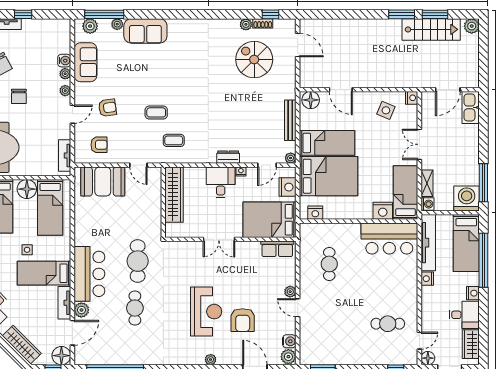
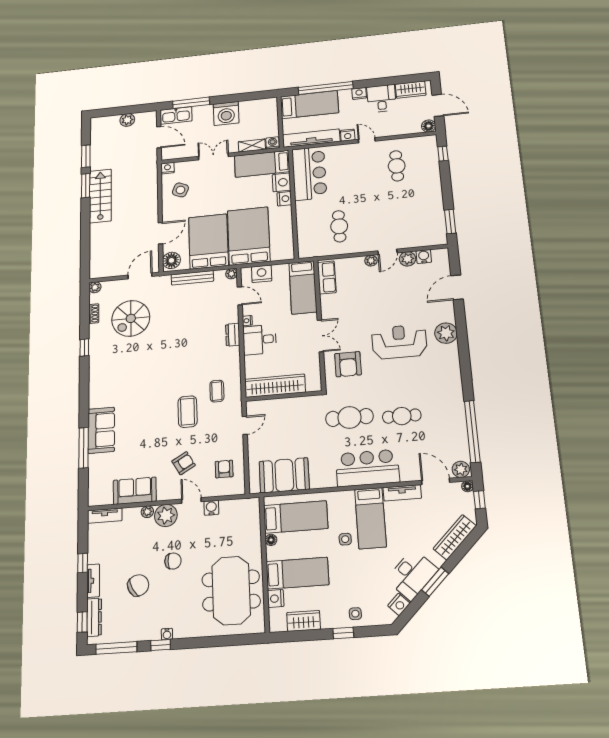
window: (104, 14) -> (84, 448), moved
window: (271, 14) -> (84, 348), moved
plant: (117, 24) -> (94, 460), removed
plant: (246, 24) -> (95, 287), moved
plant: (90, 26) -> (96, 489), removed
plant: (472, 26) -> (127, 120), moved
stairs: (431, 29) -> (100, 196), moved
door: (298, 45) -> (140, 276), moved
water cooler: (64, 61) -> (211, 508), moved
plant: (65, 91) -> (166, 515), width x1.88, depth x1.88
armchair: (107, 108) -> (184, 463), turned 68
coffee table: (156, 112) -> (188, 412), width x1.36, depth x1.30
bed: (327, 143) -> (208, 241), width x1.50
double door: (419, 144) -> (213, 156), swing flipped
tv unit: (65, 155) -> (105, 516), moved
booth: (103, 182) -> (284, 475), moved, turned 90
window: (483, 183) -> (191, 103), moved
floor lamp: (27, 189) -> (271, 540), width x0.53, depth x0.53
washing machine: (467, 198) -> (226, 113), moved, turned -90
nightstand: (315, 213) -> (284, 199), moved
bed: (269, 220) -> (303, 287), width x0.67
cafe table: (329, 264) -> (339, 226), turned 90
plant: (81, 310) -> (461, 469), moved
armchair: (243, 320) -> (348, 364), moved, turned 90
door: (419, 341) -> (367, 140), moved
floor lamp: (61, 356) -> (467, 486), width x0.53, depth x0.53
plant: (288, 357) -> (407, 259), moved
plant: (211, 360) -> (446, 333), width x1.87, depth x1.87

